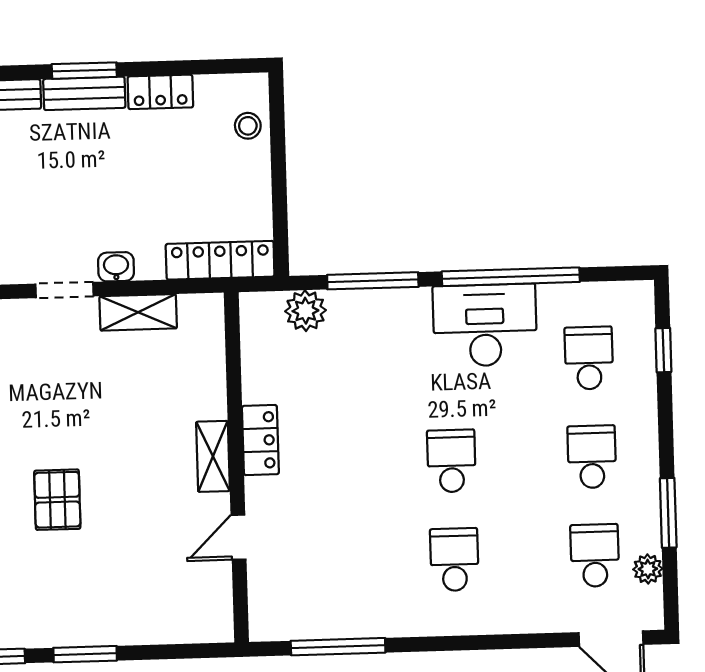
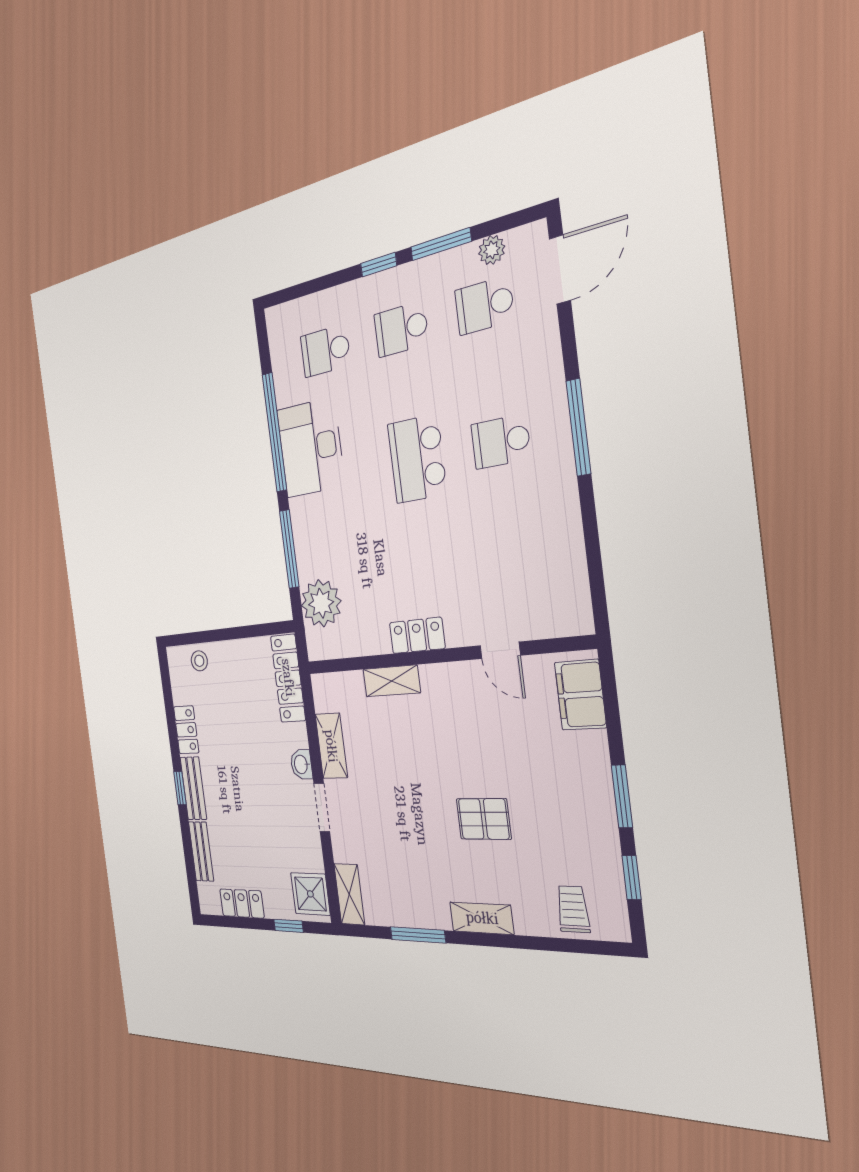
window: (84, 71) -> (180, 788), width x0.67
plant: (305, 311) -> (321, 603), width x1.36, depth x1.36
window: (663, 350) -> (379, 265), moved
shelving: (213, 456) -> (392, 681), moved
school desk: (451, 461) -> (417, 459), width x1.85
filing cabinet: (189, 620) -> (580, 695), added
window: (338, 647) -> (578, 427), moved

